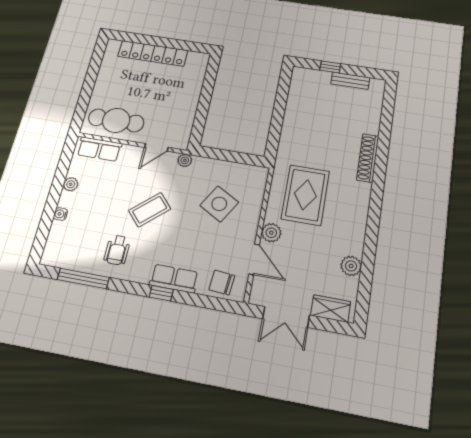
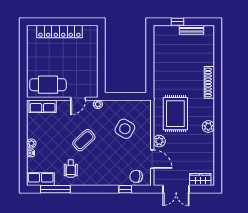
plant: (71, 184) -> (31, 143), moved
plant: (351, 266) -> (208, 126), moved
row of seats: (174, 279) -> (41, 179), moved
window: (161, 293) -> (125, 189), moved

